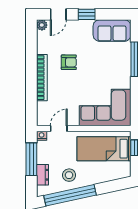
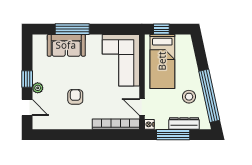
plant: (42, 25) -> (38, 88), moved
sofa: (112, 31) -> (66, 45), moved, turned 90
bookcase: (42, 78) -> (116, 124), moved
dresser: (42, 175) -> (184, 124), width x1.44

